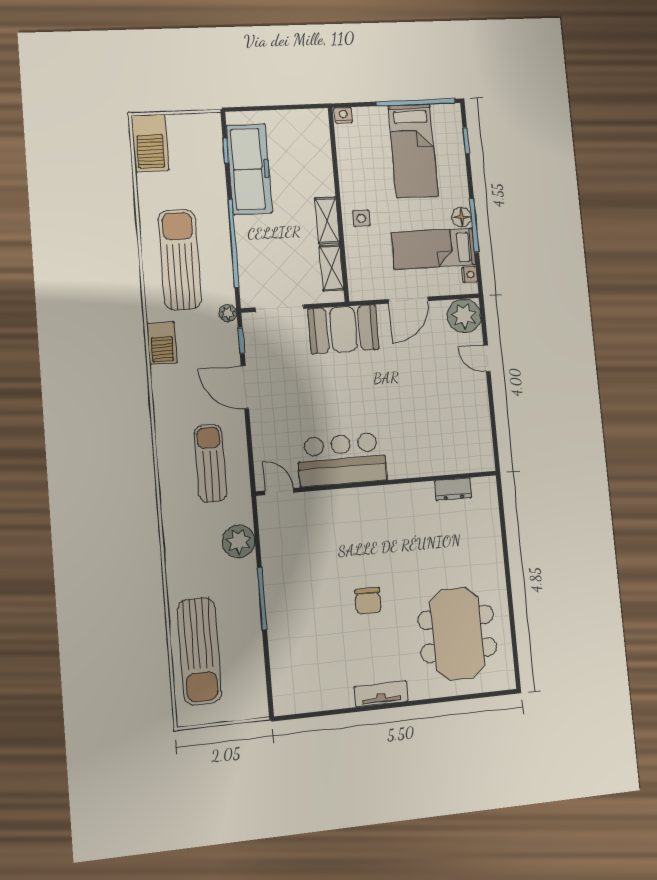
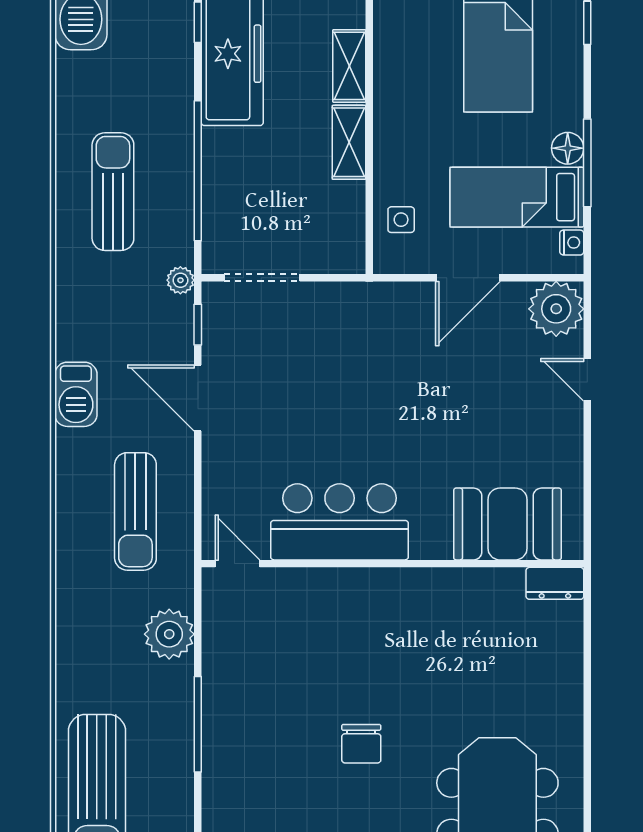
side table: (361, 218) -> (401, 220), moved
sun lounger: (180, 260) -> (113, 192), width x0.73, depth x0.75
shelving: (332, 268) -> (349, 66), moved
booth: (343, 329) -> (508, 524), moved
barbecue: (162, 343) -> (76, 394), moved
sun lounger: (210, 463) -> (135, 511), turned 180
dresser: (453, 489) -> (555, 583), moved

